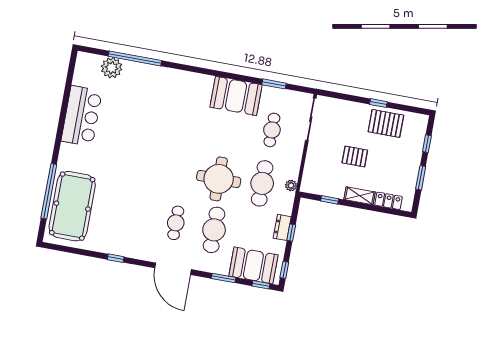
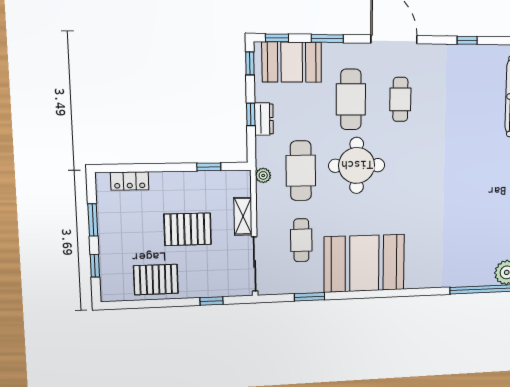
booth: (236, 96) -> (364, 263), width x1.36, depth x1.42
window: (378, 103) -> (212, 301), moved
pallet: (355, 156) -> (188, 229), width x1.50, depth x1.42
shelving: (360, 196) -> (243, 216), moved, turned 90

